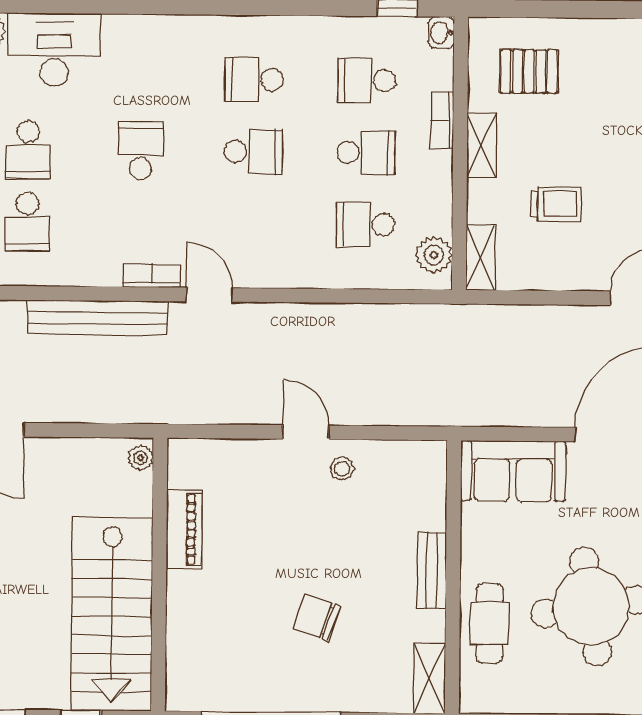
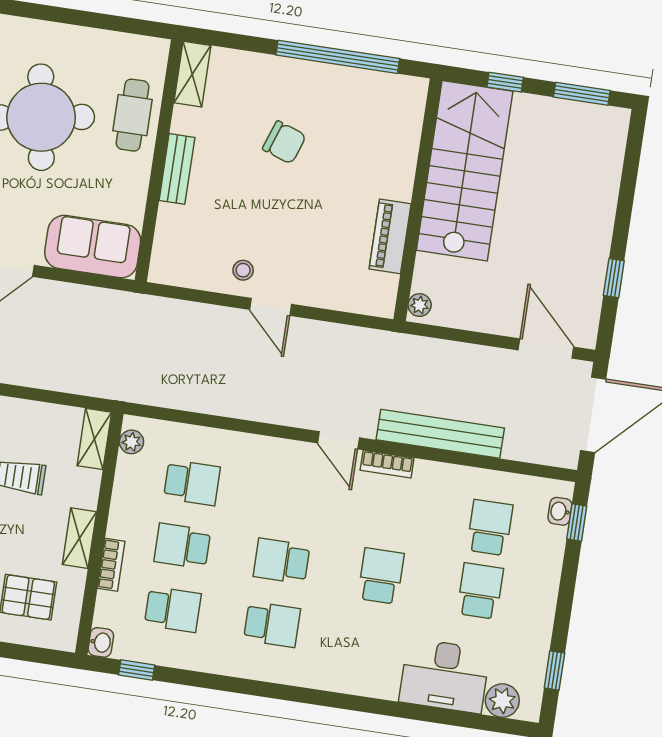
school desk: (141, 151) -> (381, 576), turned 180
plant: (434, 255) -> (132, 442), width x0.73, depth x0.73

